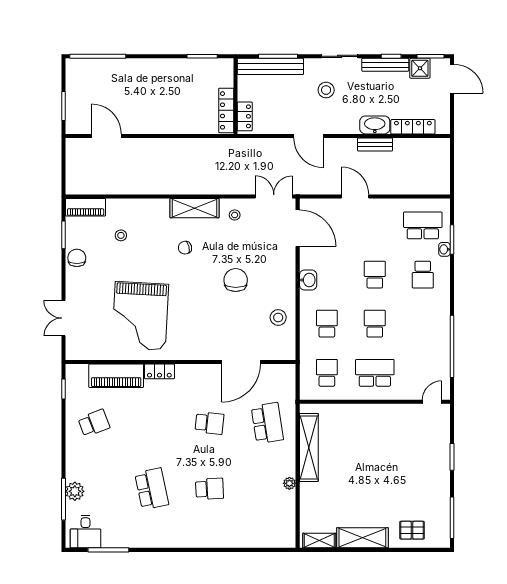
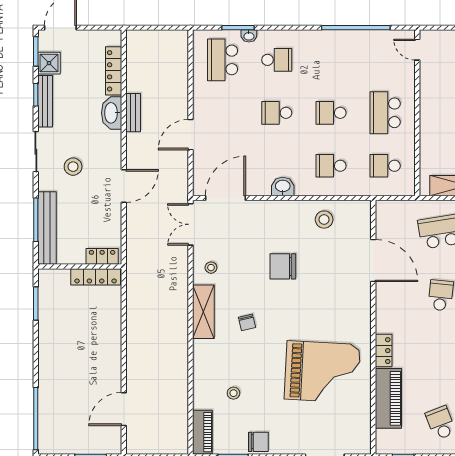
chair: (77, 258) -> (258, 442), turned 180

